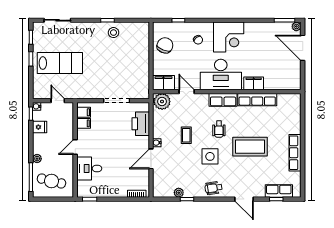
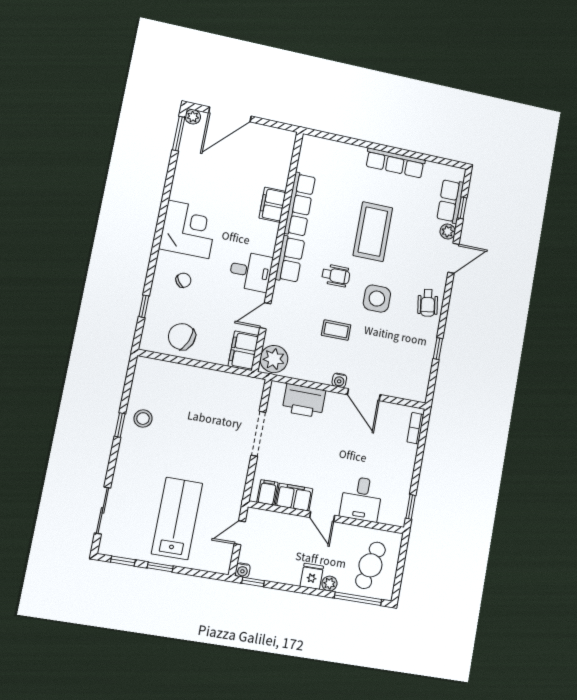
desk: (221, 75) -> (251, 271), width x0.53, depth x0.77
filing cabinet: (84, 123) -> (294, 497), width x2.00
fridge: (40, 127) -> (312, 576), moved
plant: (179, 193) -> (448, 231), moved

